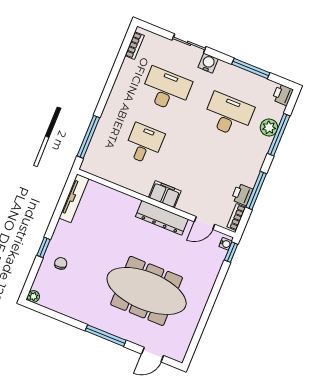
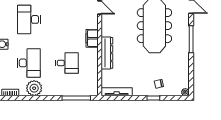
plant: (127, 82) -> (34, 88), added
desk: (166, 90) -> (29, 63), turned 180
desk: (144, 144) -> (67, 63), turned 180
dresser: (162, 218) -> (107, 53), moved

